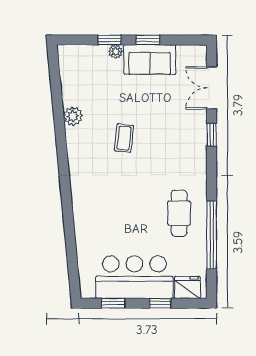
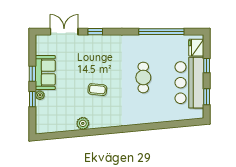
double door: (212, 88) -> (64, 32), swing flipped
cafe table: (179, 213) -> (143, 77), moved, turned 90

